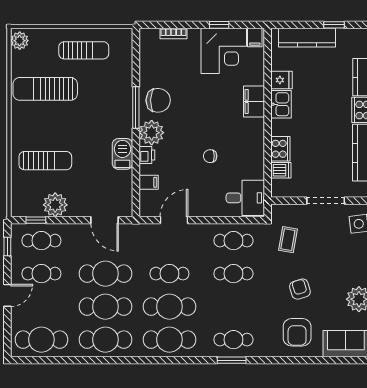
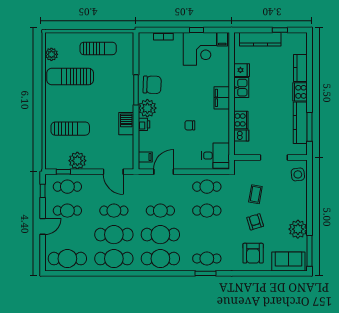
plant: (20, 41) -> (51, 54), moved
filing cabinet: (254, 101) -> (222, 98), moved
filing cabinet: (149, 182) -> (145, 157), moved
coffee table: (288, 240) -> (255, 194), moved
cafe table: (105, 274) -> (114, 211), width x0.73, depth x0.74

